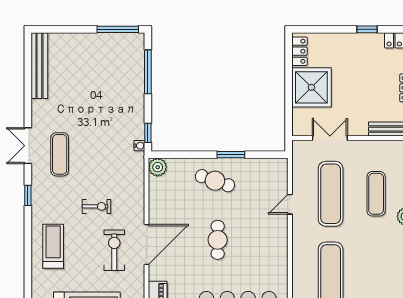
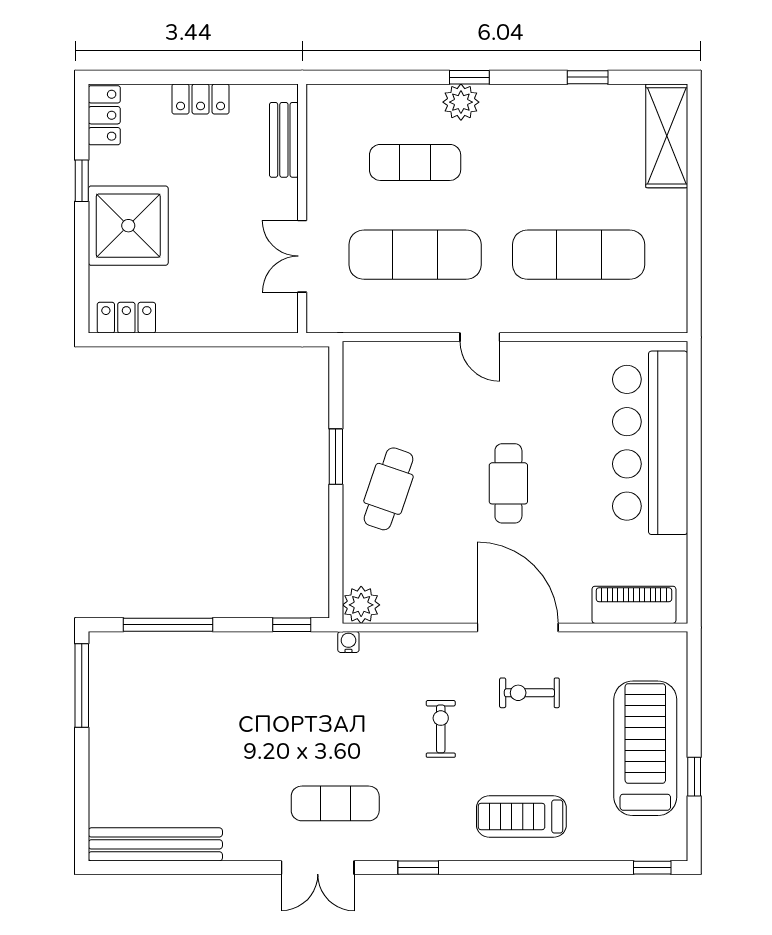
shower: (311, 87) -> (128, 226), moved
water cooler: (139, 146) -> (348, 642), moved
door: (290, 204) -> (480, 337), moved
cafe table: (218, 240) -> (508, 483), turned 90
exercise bike: (114, 250) -> (529, 693), width x0.73, depth x0.72

